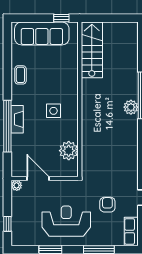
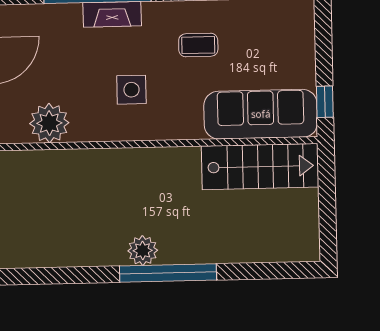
sofa: (42, 34) -> (261, 114), moved, turned 90
coffee table: (20, 75) -> (198, 45), moved

